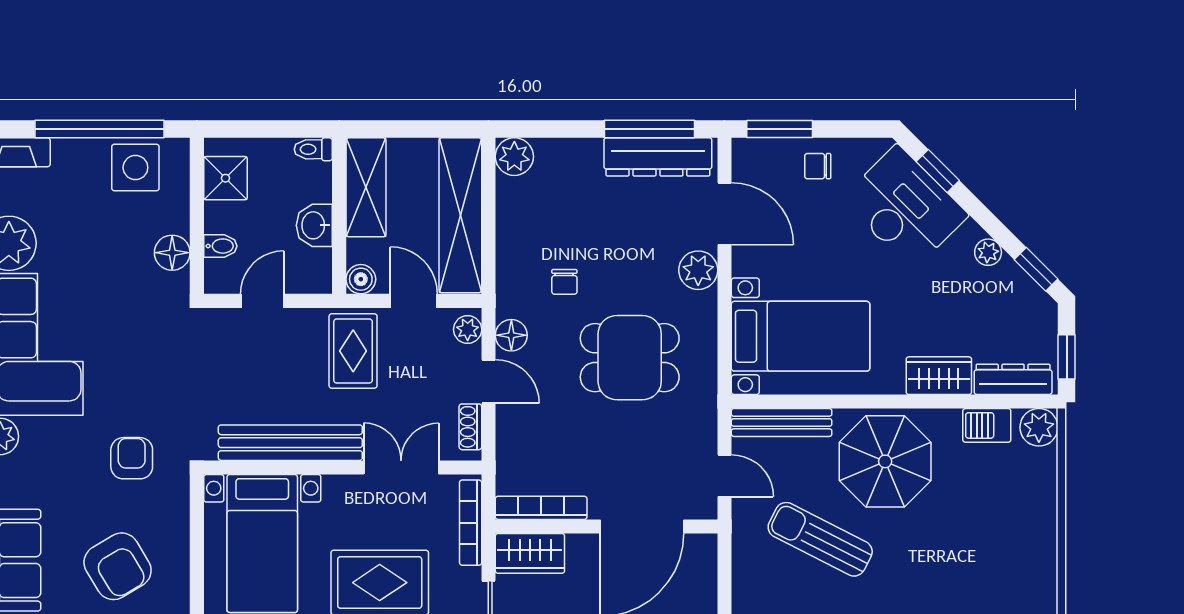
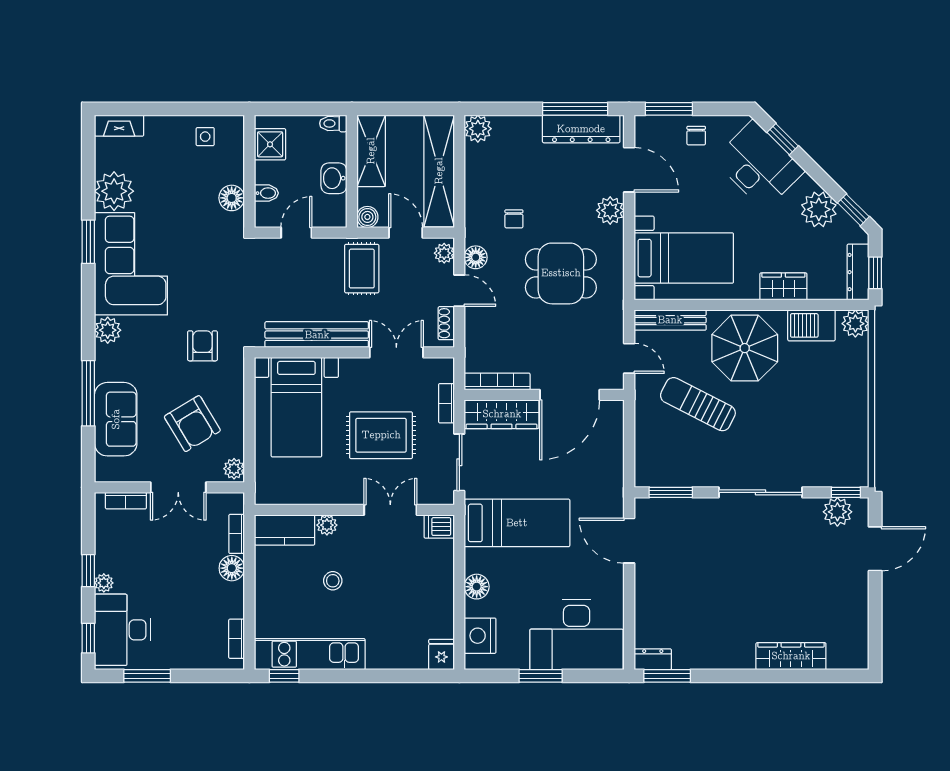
window: (99, 129) -> (179, 109), removed
chair: (818, 166) -> (696, 136), turned -90
side table: (135, 168) -> (205, 137), width x0.54, depth x0.54
plant: (988, 252) -> (819, 209), width x1.87, depth x1.87
dresser: (1013, 379) -> (858, 272), moved, turned -90
barbecue: (987, 425) -> (811, 325), width x1.38, depth x1.27
bookcase: (471, 523) -> (446, 403), width x0.64
wardrobe: (530, 553) -> (502, 414), width x1.50

